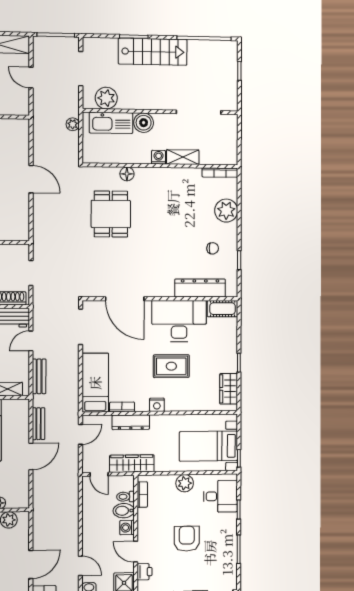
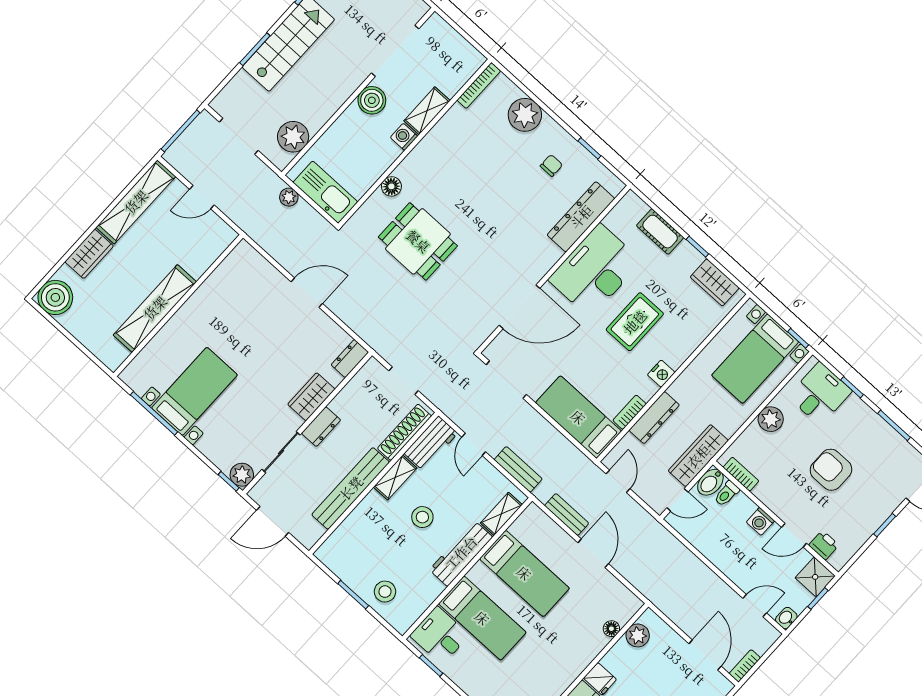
kitchen sink: (111, 123) -> (325, 192), moved, turned -90
boiler: (144, 123) -> (372, 100), moved
dresser: (17, 234) -> (350, 358), added
cot: (222, 309) -> (660, 232), moved, turned 90
bidet: (124, 511) -> (710, 482), moved

